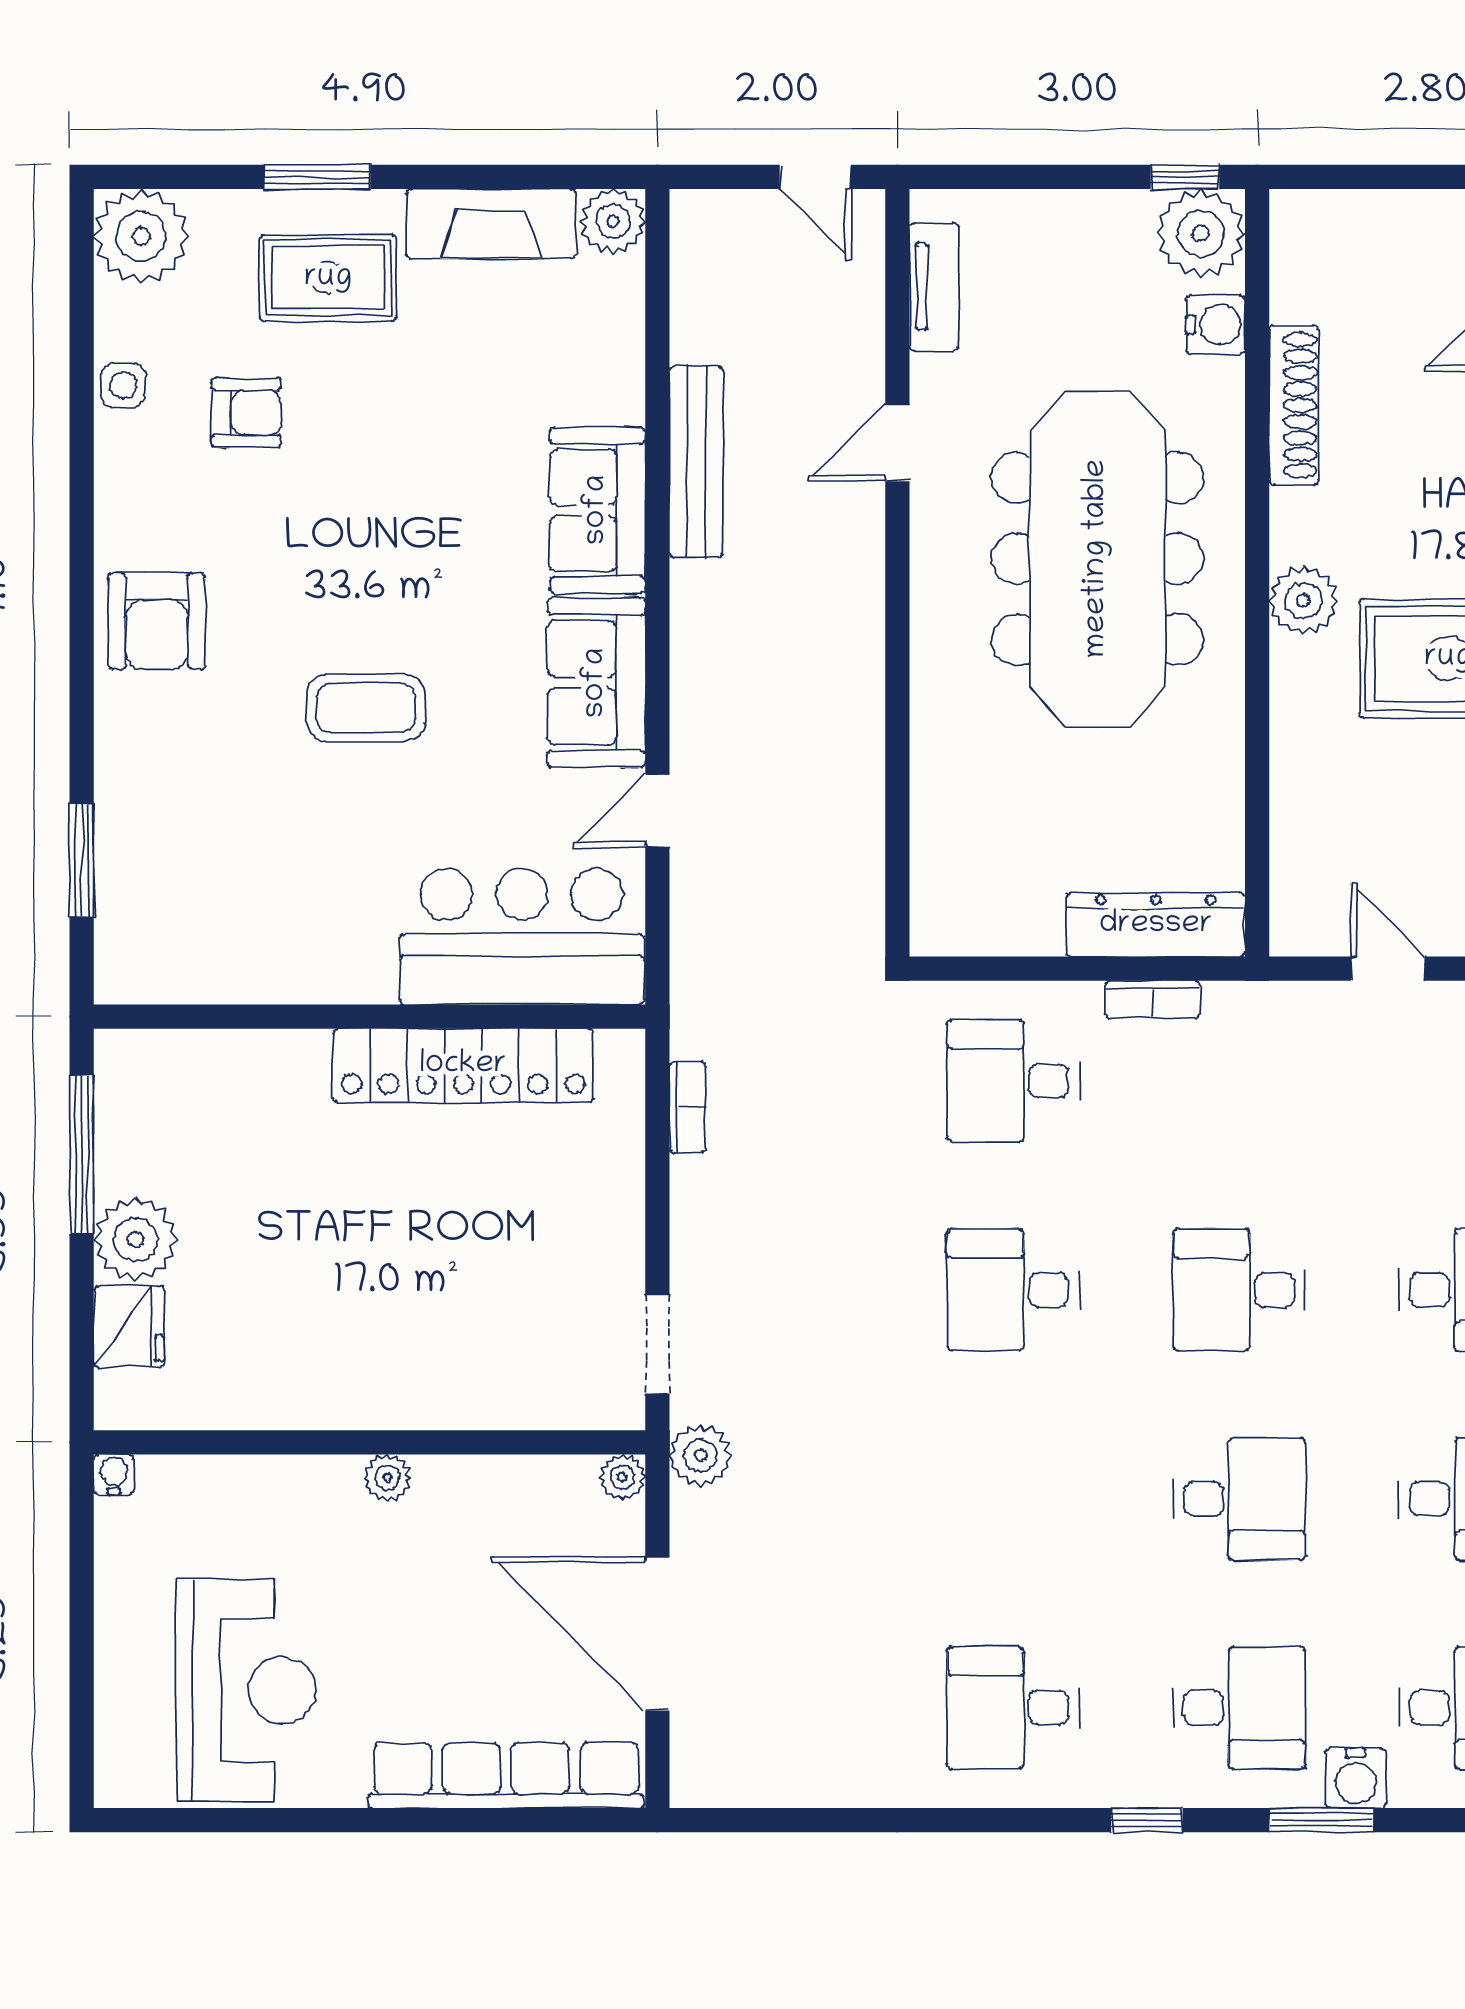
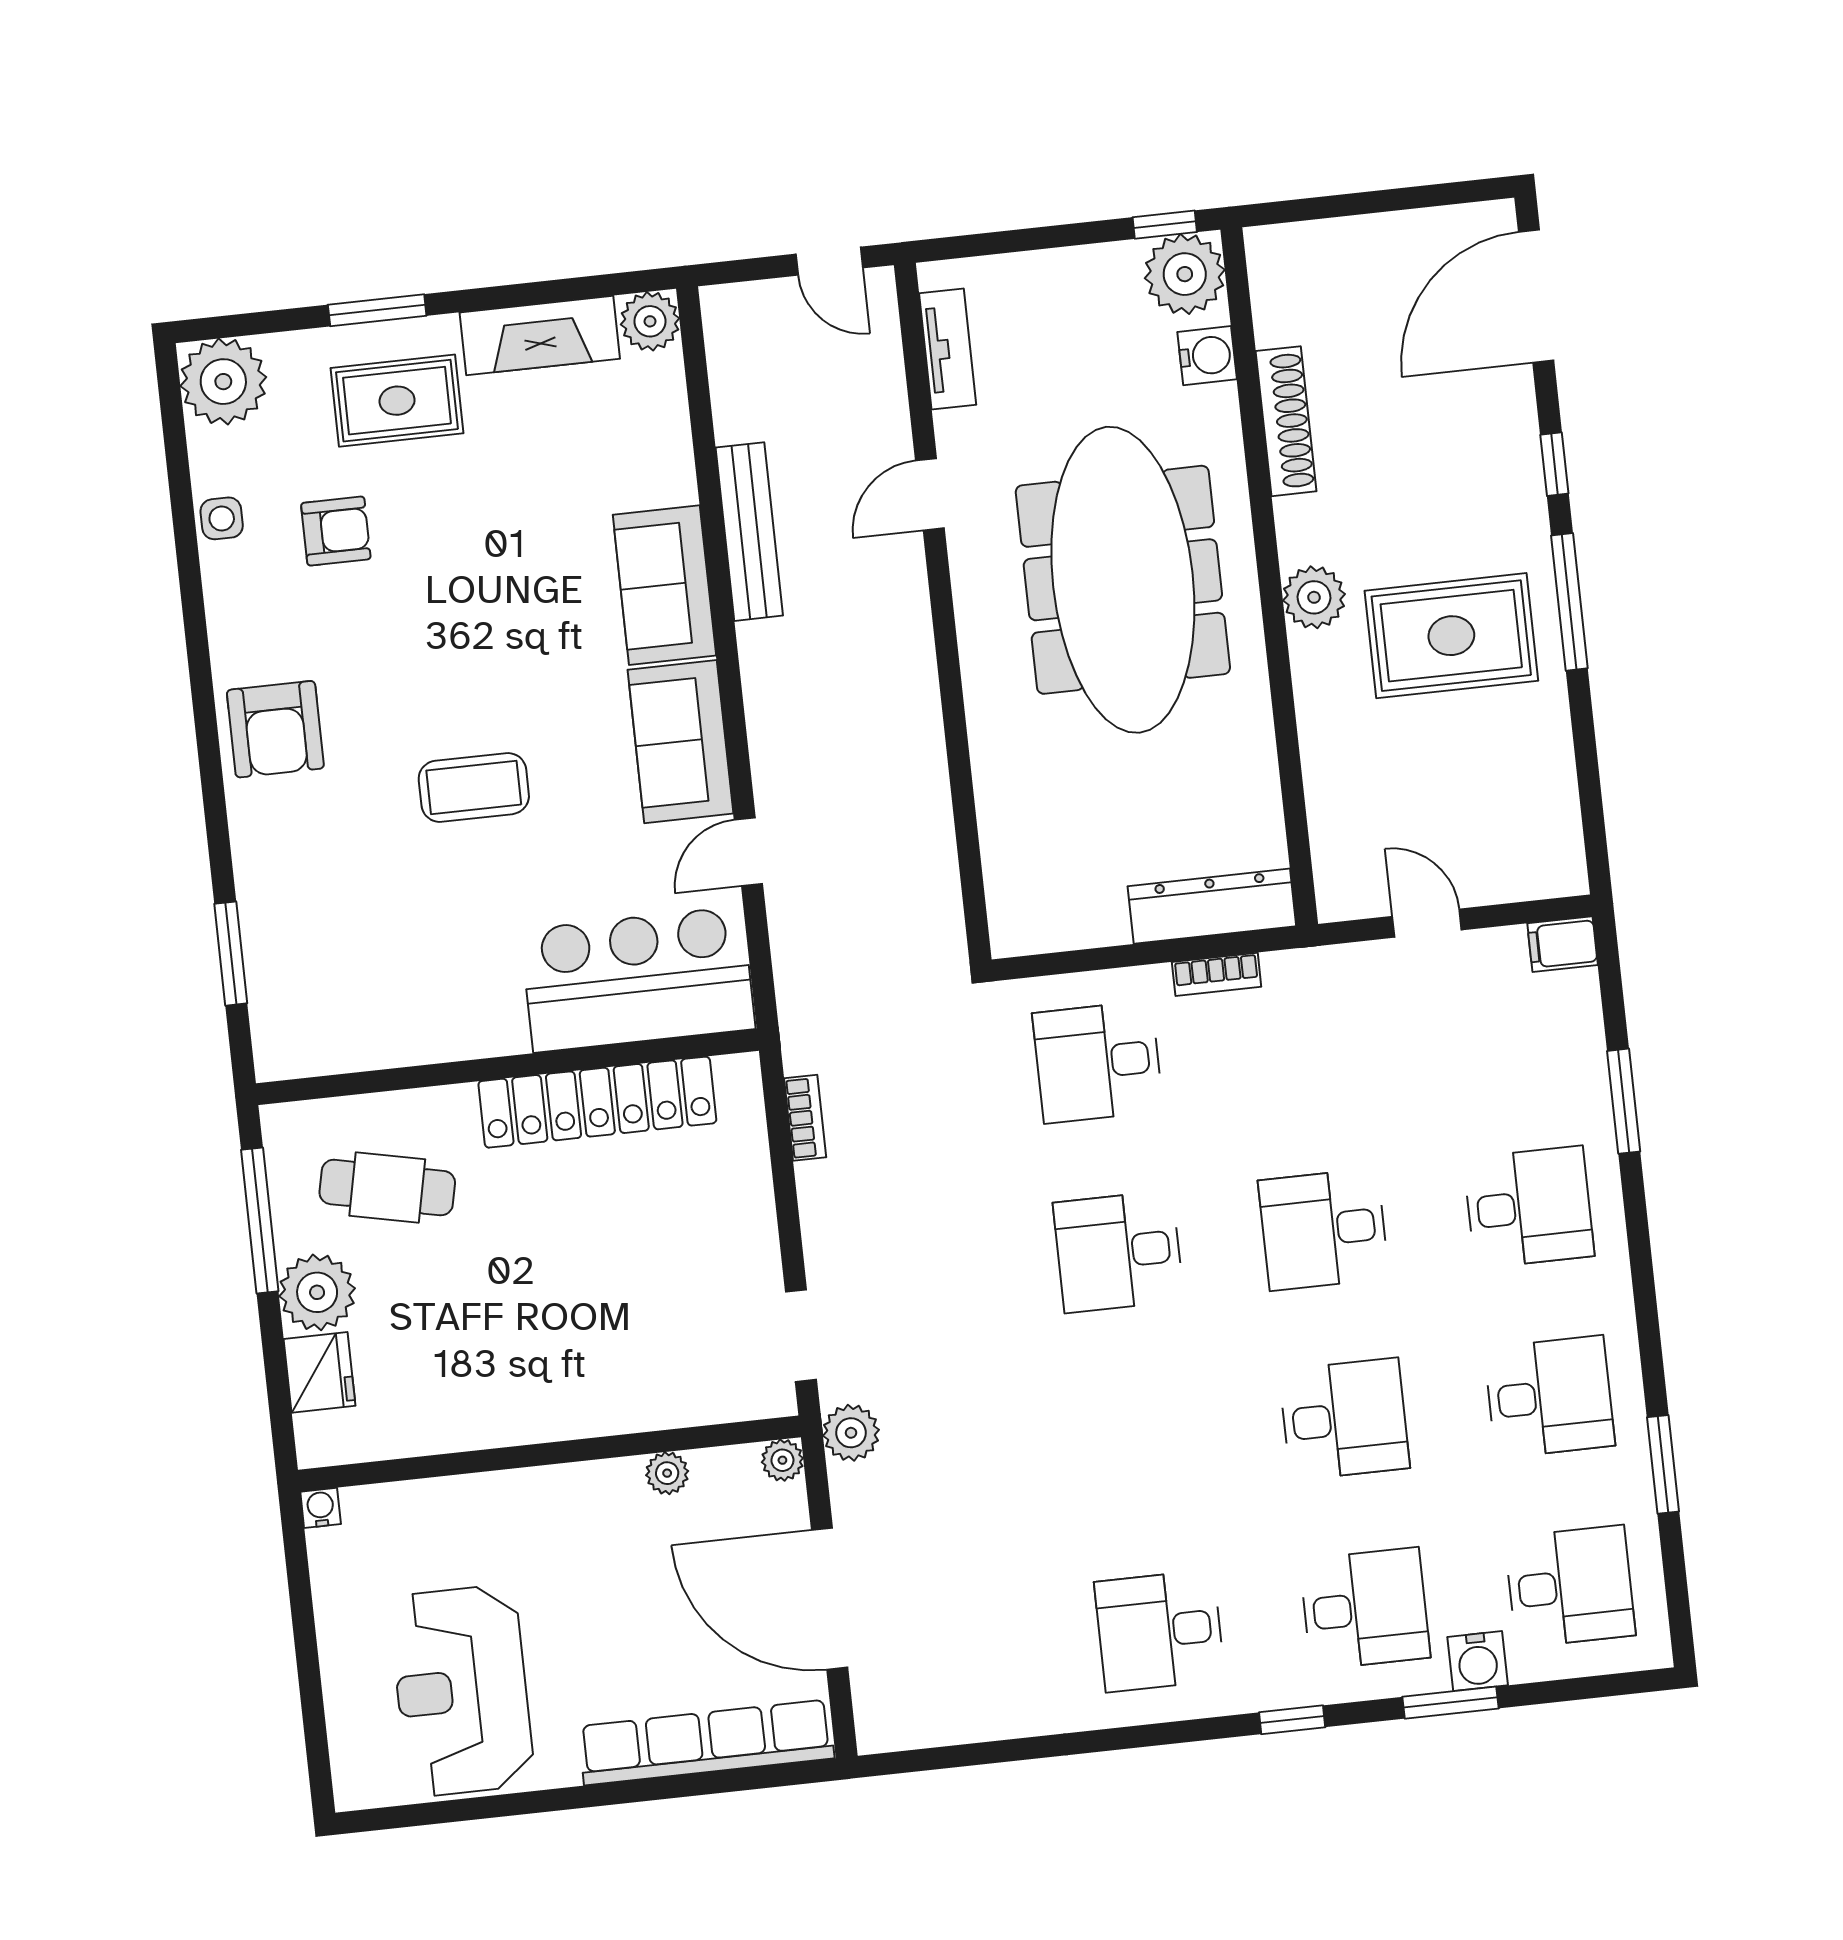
cafe table: (224, 1134) -> (387, 1188), added
plant: (387, 1478) -> (667, 1473), moved
reception desk: (246, 1690) -> (462, 1691), turned 180

